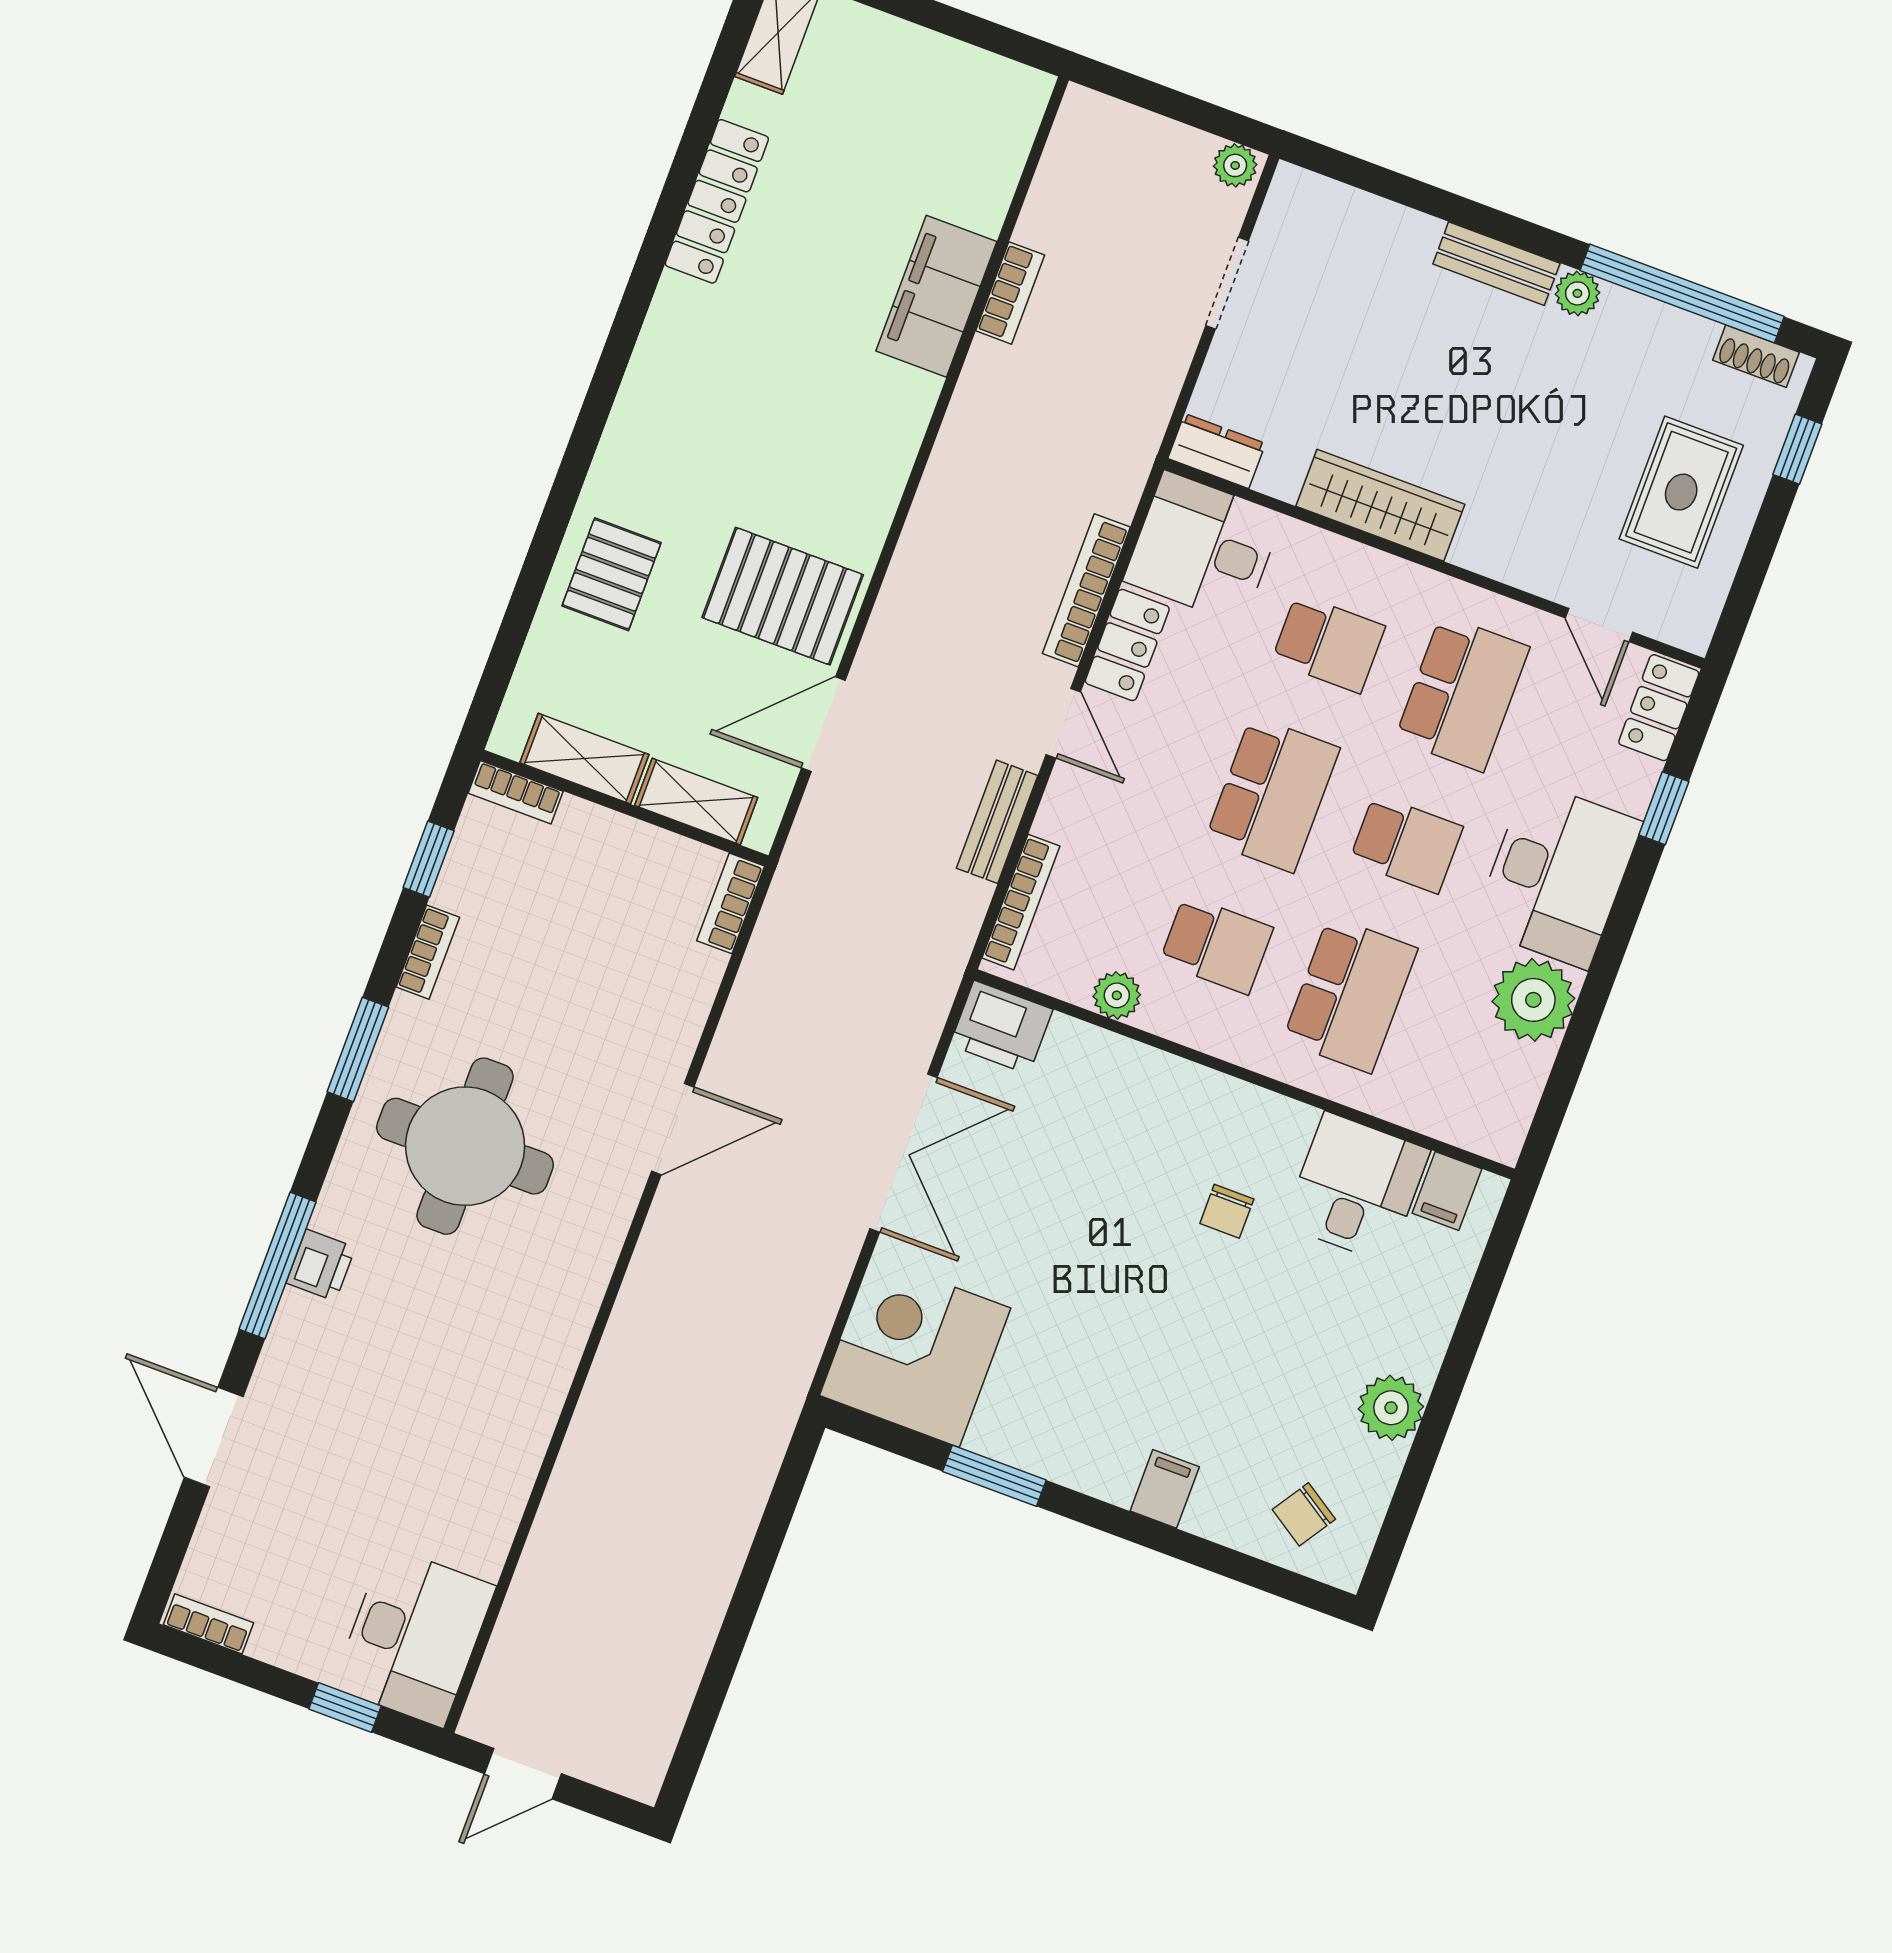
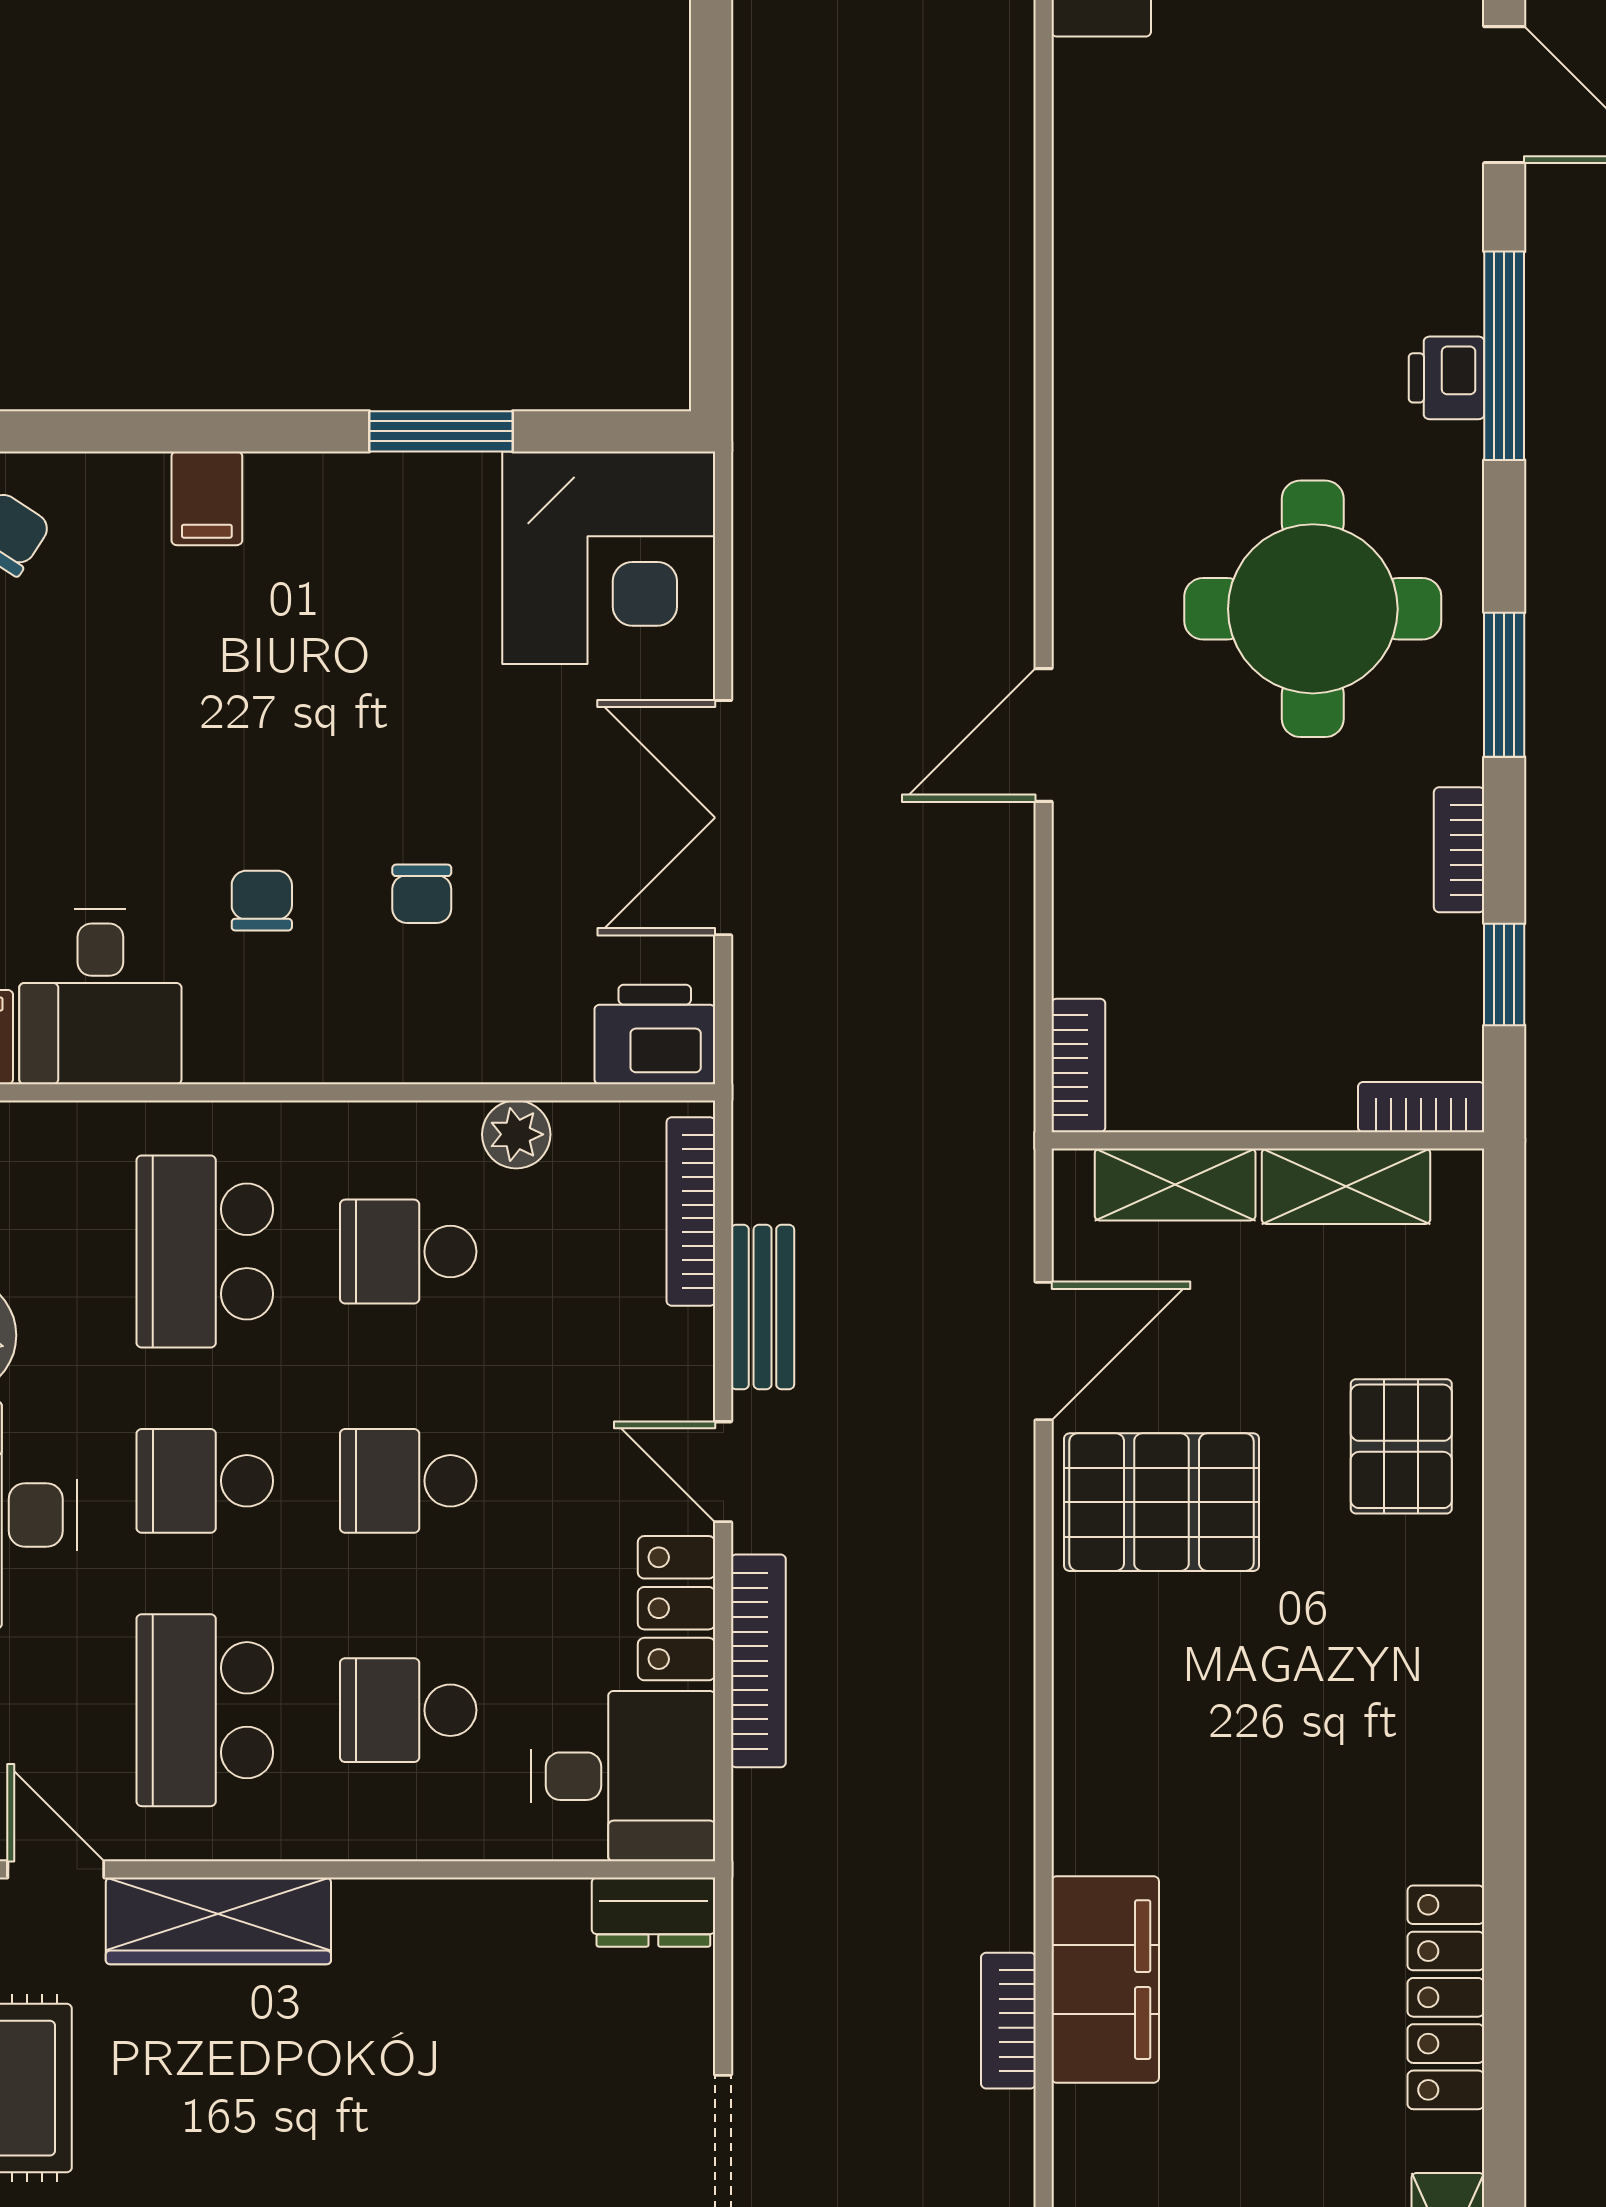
wardrobe: (1380, 505) -> (218, 1921), moved
school desk: (1272, 794) -> (408, 1481), width x0.54
chair: (1120, 1177) -> (422, 894), added

